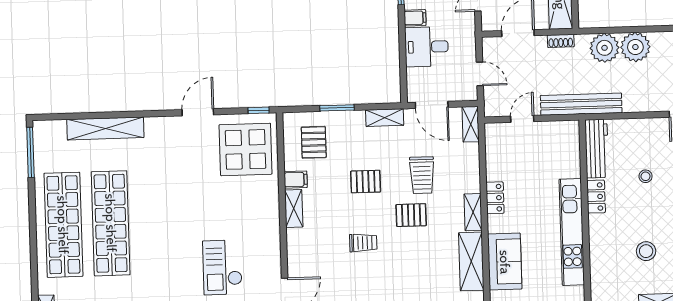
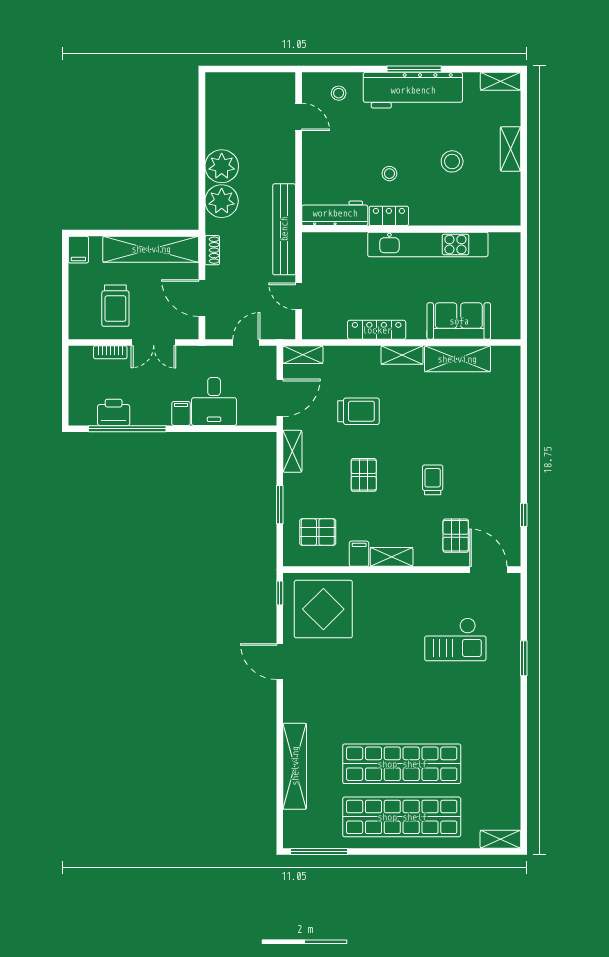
stool: (646, 176) -> (389, 174), moved
locker: (495, 198) -> (377, 330), width x1.53
pallet: (411, 215) -> (456, 536), moved

